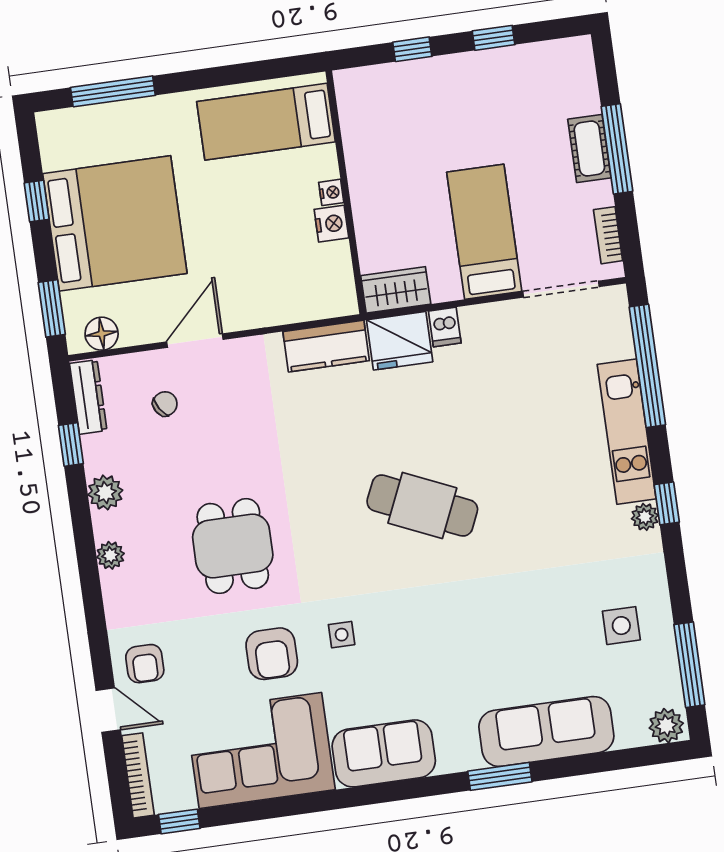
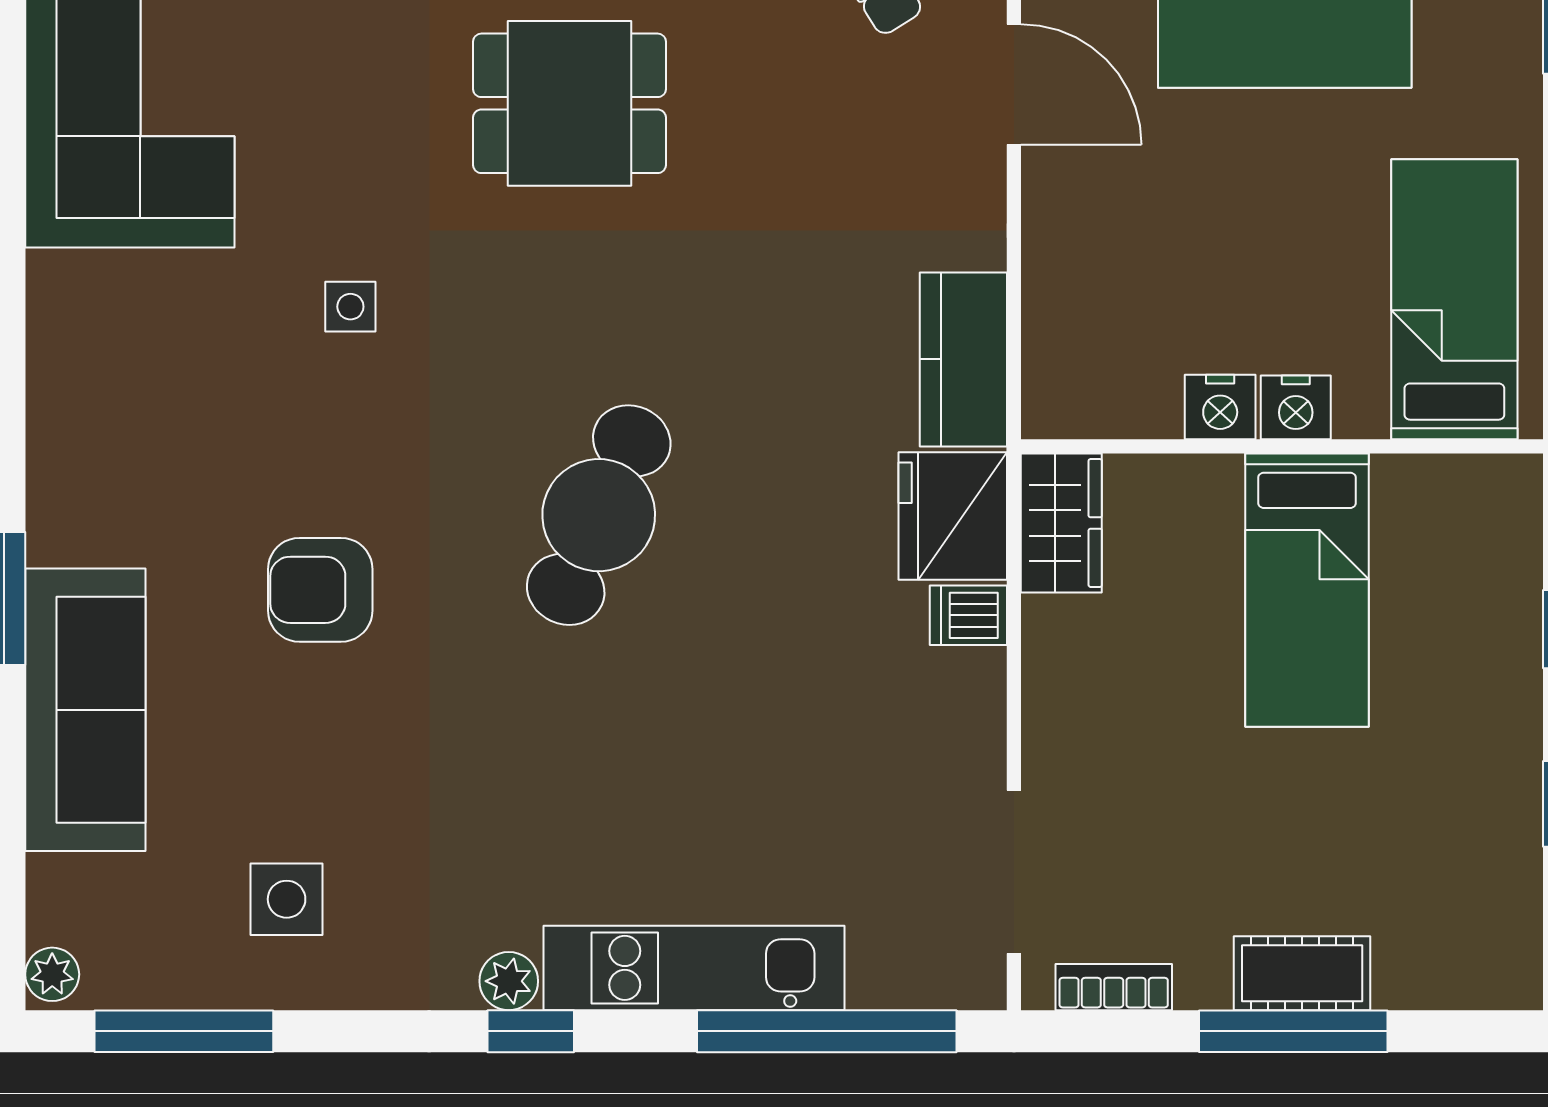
nightstand: (331, 192) -> (1296, 407), width x1.39, depth x1.35
bed: (484, 232) -> (1307, 590), moved, turned 90
armchair: (272, 654) -> (320, 590), moved
plant: (666, 726) -> (52, 974), width x0.73, depth x0.73
sofa: (384, 753) -> (87, 360), removed

